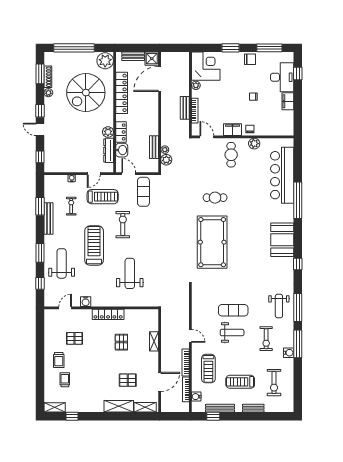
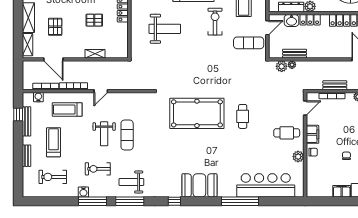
exercise bike: (123, 225) -> (215, 22), turned -90

